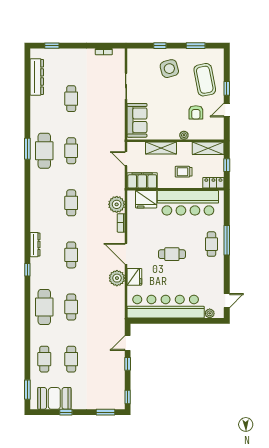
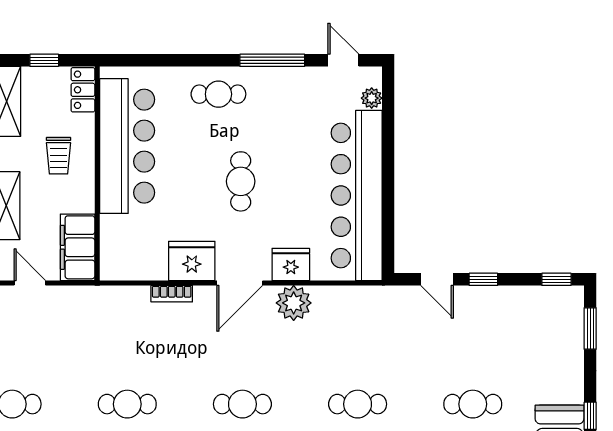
door: (126, 159) -> (30, 283), swing flipped
fridge: (146, 199) -> (192, 261), moved, turned -90
plant: (117, 204) -> (131, 304), removed
window: (227, 240) -> (272, 60), moved

